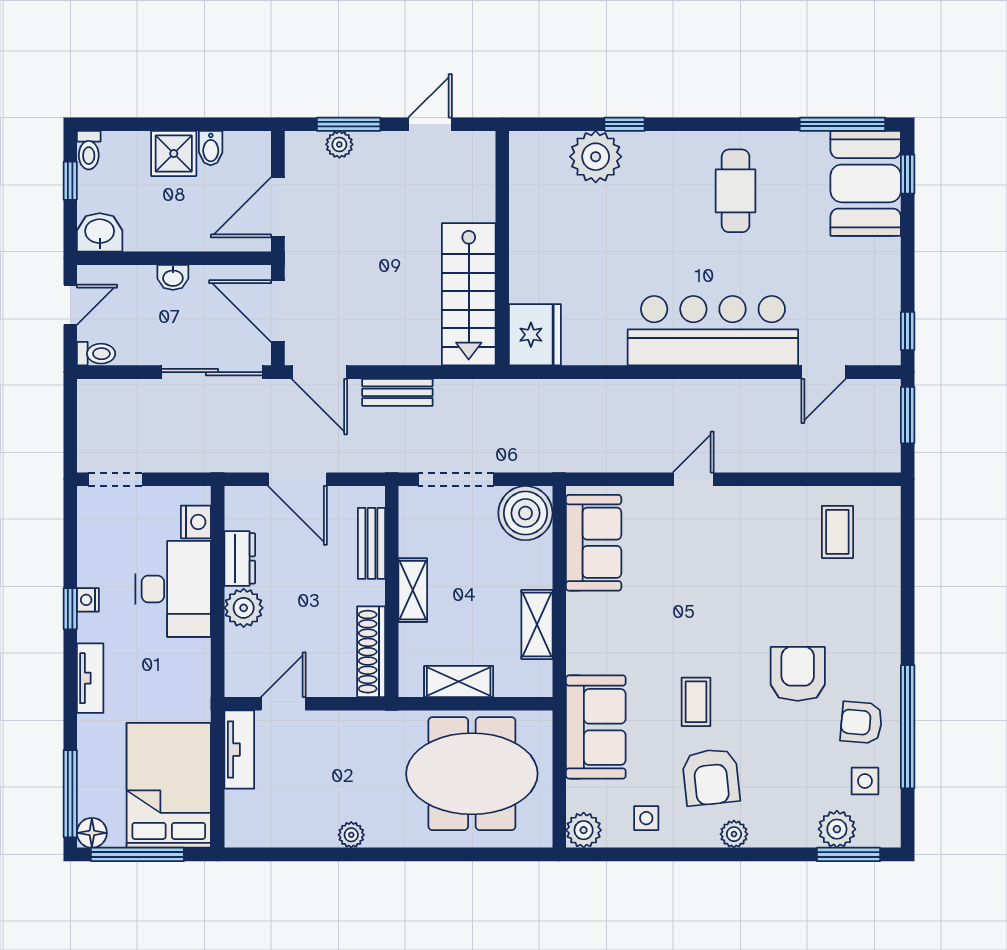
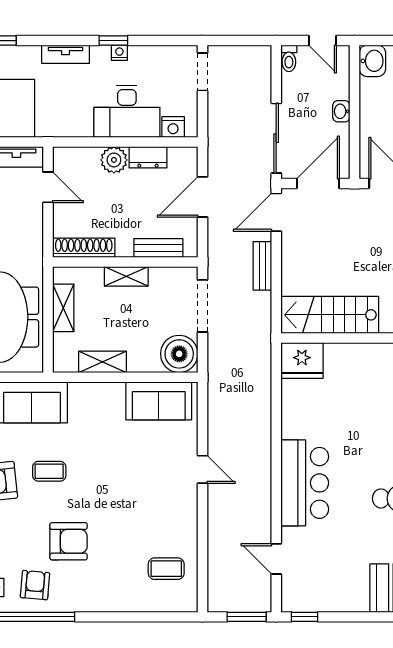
bar counter: (713, 331) -> (305, 483), width x0.73

